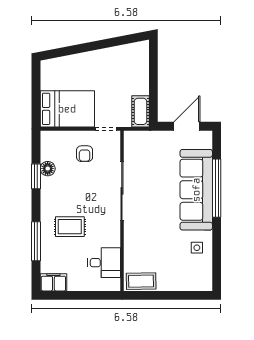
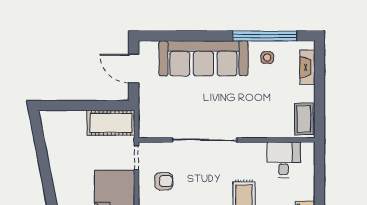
cot: (140, 111) -> (111, 123), width x1.37, depth x1.34
window: (217, 188) -> (265, 36), moved
fireplace: (188, 284) -> (307, 67), added

